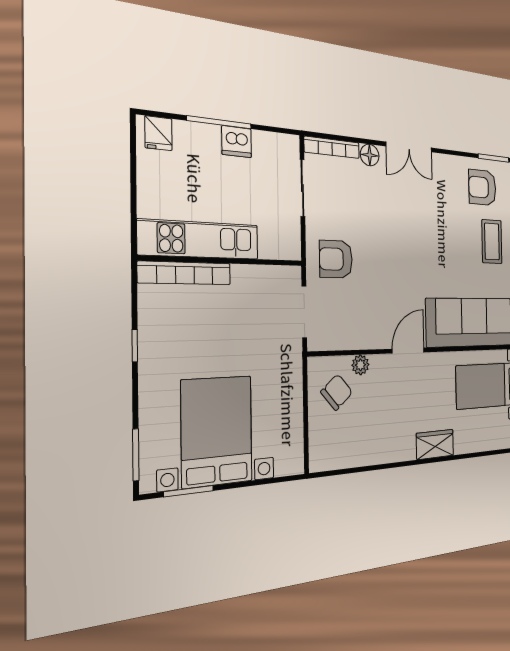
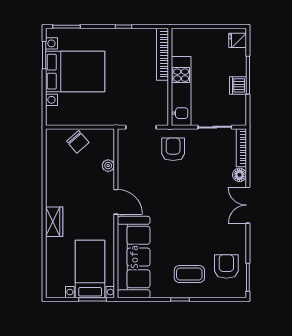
kitchen unit: (199, 240) -> (181, 91), moved
chair: (337, 392) -> (78, 142), moved

